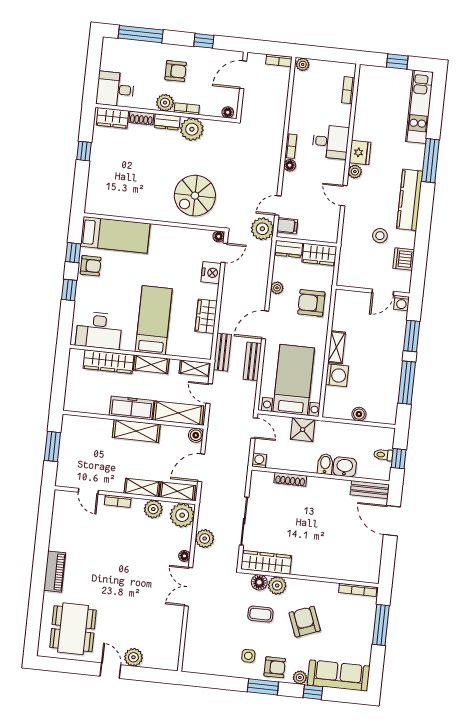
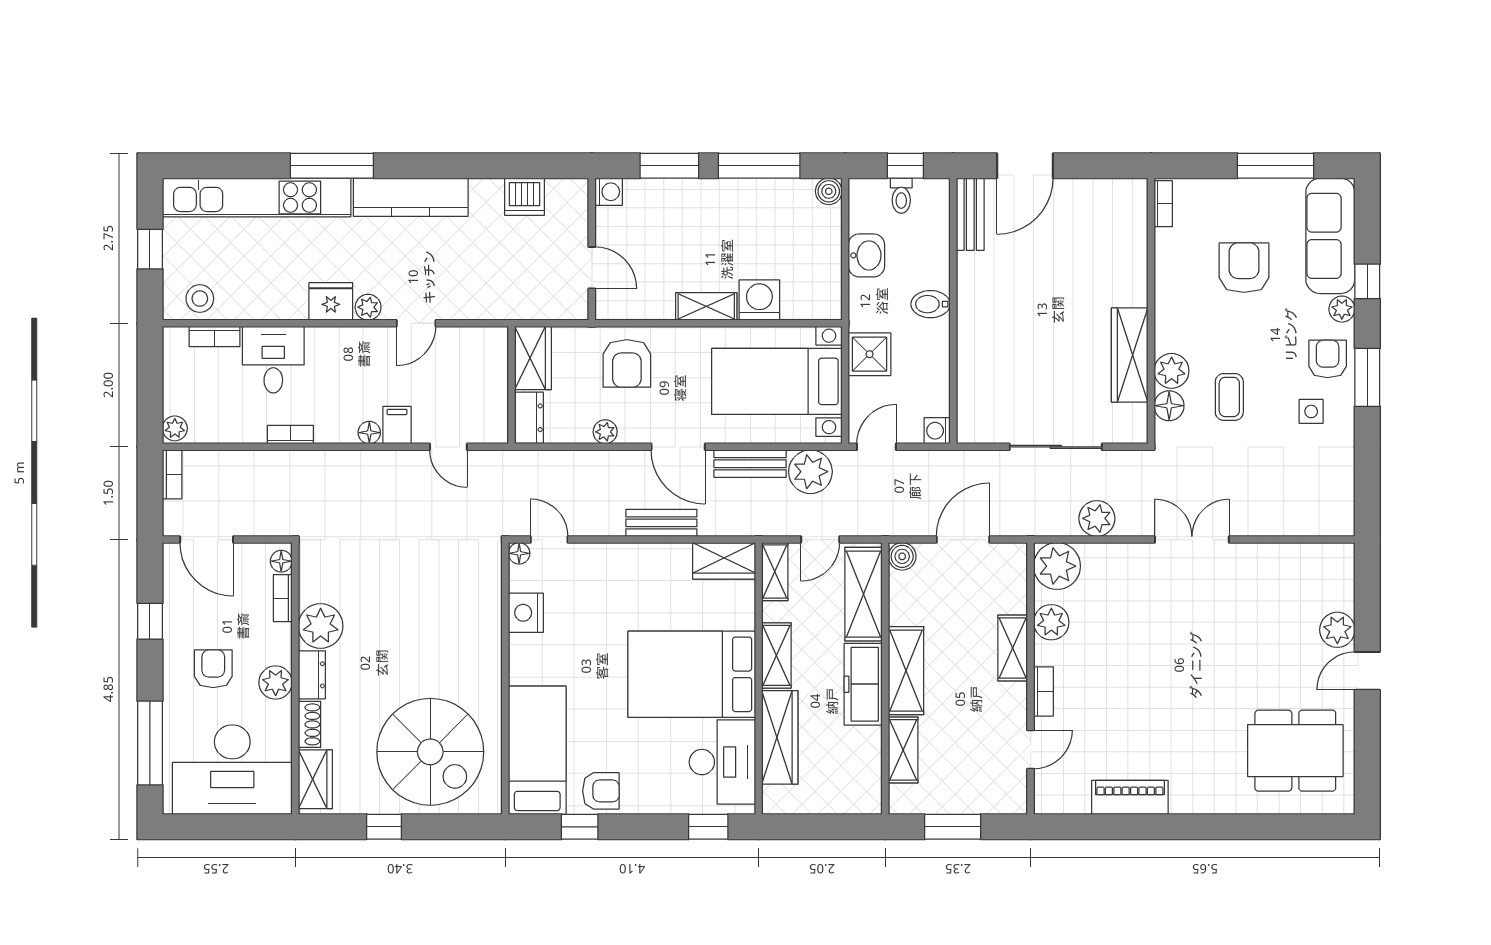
desk: (115, 89) -> (232, 770), width x1.87, depth x1.30
kitchen unit: (419, 107) -> (257, 198), width x1.36
bookcase: (187, 109) -> (283, 598), moved
desk: (331, 142) -> (273, 360), moved
bookcase: (291, 146) -> (290, 435), moved
spiral stairs: (195, 196) -> (430, 752), moved, width x1.37, depth x1.37
filing cabinet: (287, 226) -> (397, 425), moved
plant: (262, 229) -> (810, 472), moved
stool: (380, 236) -> (200, 299), moved
armchair: (91, 266) -> (601, 791), turned 90
nightstand: (211, 273) -> (526, 613), moved, turned -90
window: (69, 290) -> (708, 827), moved
door: (383, 292) -> (592, 268), moved
wardrobe: (206, 316) -> (724, 561), moved
bed: (154, 320) -> (692, 674), width x1.50
bench: (222, 352) -> (661, 523), moved
boiler: (359, 414) -> (829, 191), moved
washbasin: (345, 467) -> (866, 255), moved, turned 180
door: (201, 468) -> (963, 540), swing flipped
shoe rack: (290, 479) -> (967, 368), removed
shelving: (177, 491) -> (903, 750), moved
floor lamp: (184, 556) -> (1134, 553), removed
wardrobe: (266, 562) -> (1130, 355), moved
piano: (55, 572) -> (1130, 797), moved
double door: (188, 587) -> (1192, 540), swing flipped
bookcase: (358, 590) -> (1163, 204), width x0.64
armchair: (305, 622) -> (1244, 268), moved, turned 111
window: (381, 625) -> (1276, 166), moved

